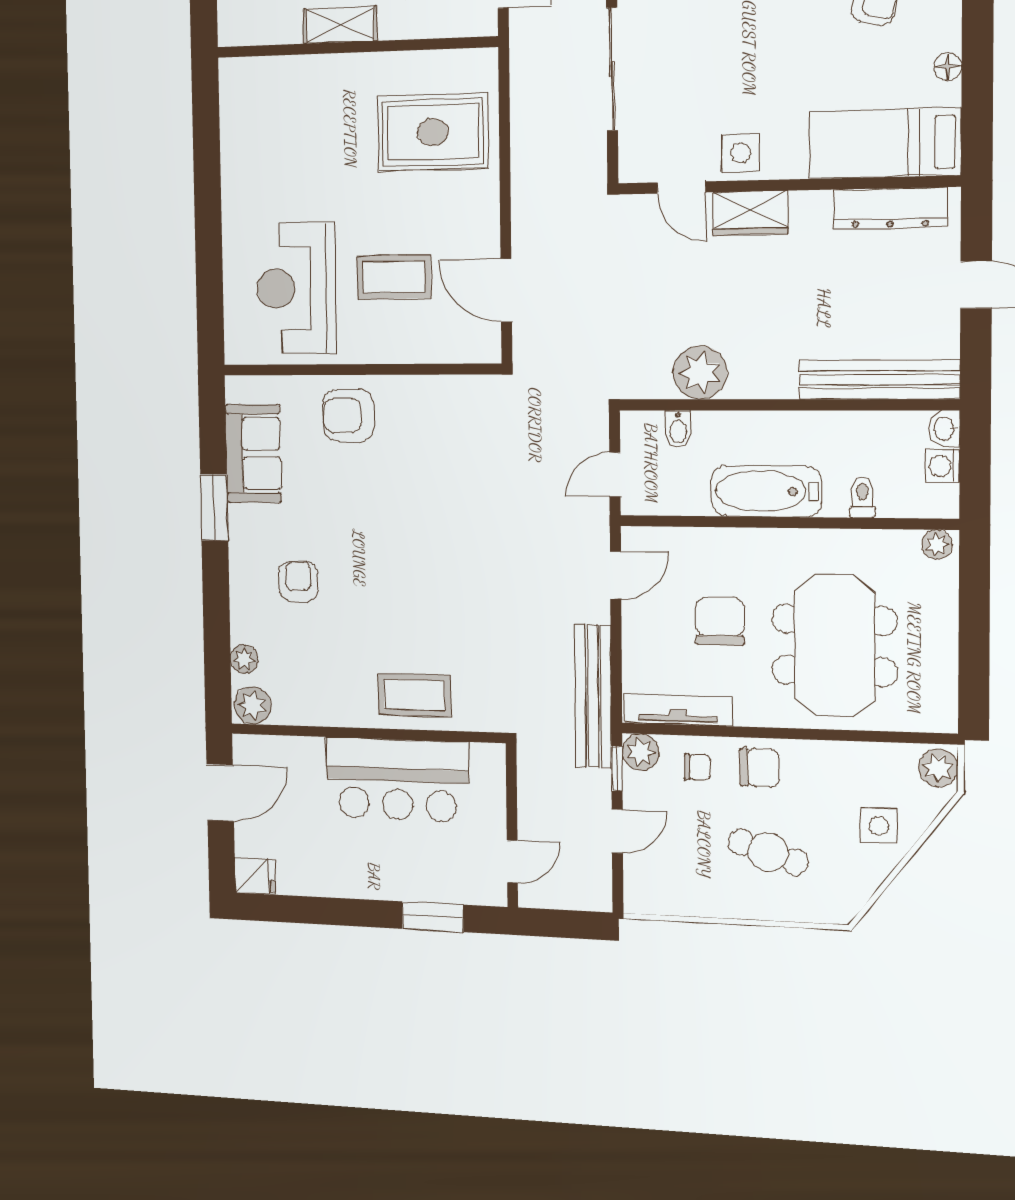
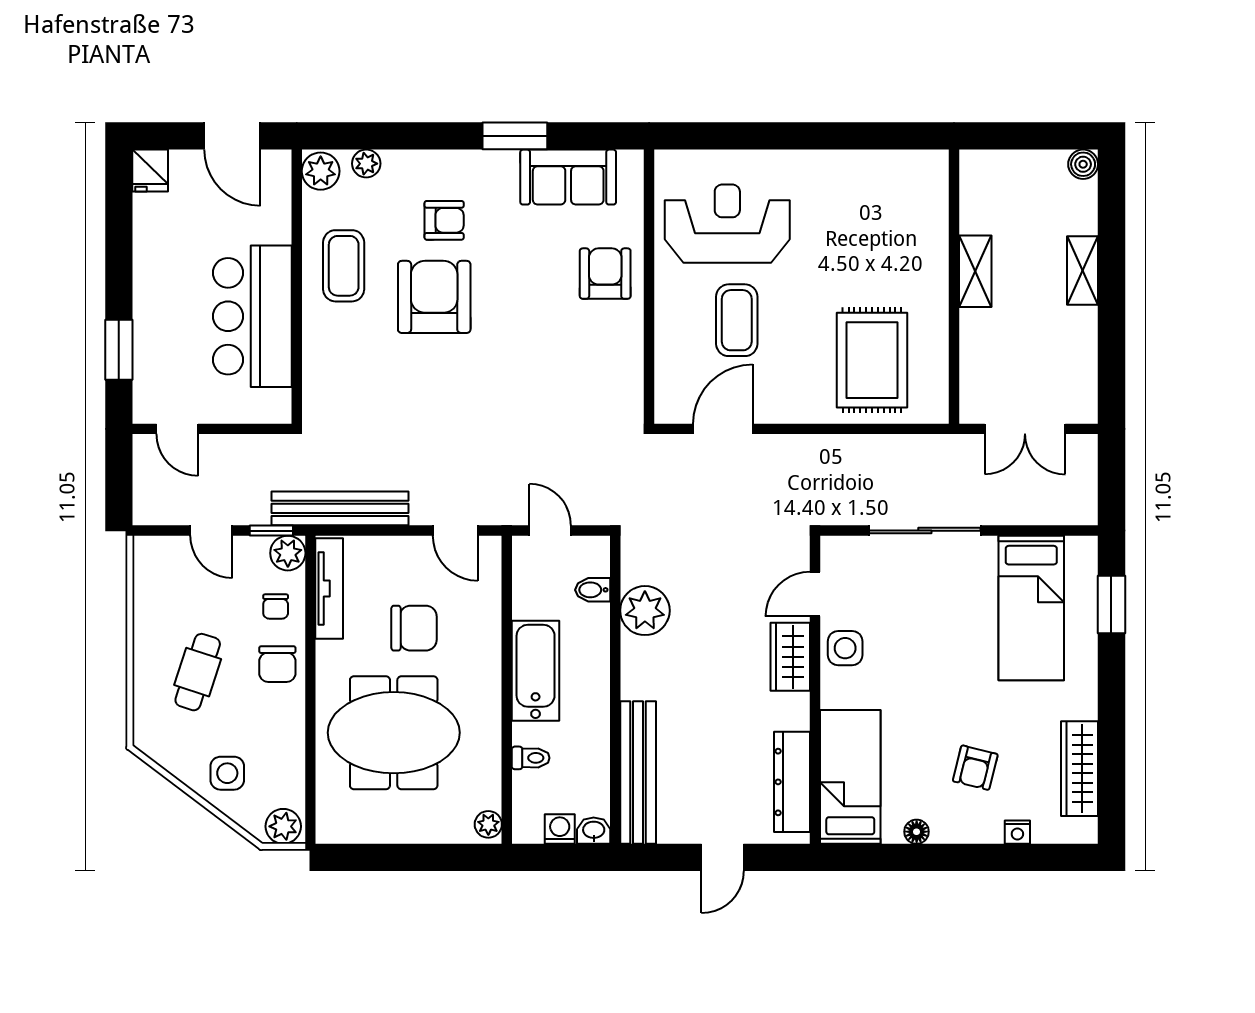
armchair: (375, 593) -> (434, 297), added
coffee table: (414, 695) -> (344, 266), moved

